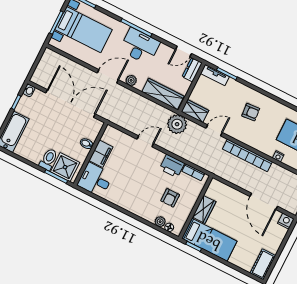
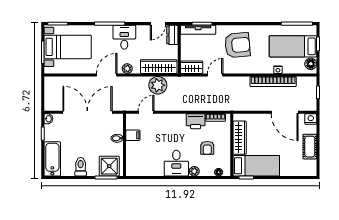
desk: (140, 46) -> (124, 37), width x0.73
tv unit: (215, 75) -> (198, 30), width x1.41
armchair: (251, 112) -> (237, 45), width x1.88, depth x1.88
plant: (177, 124) -> (158, 85), moved
door: (145, 141) -> (146, 112), moved
filing cabinet: (101, 154) -> (133, 135), width x0.50
bookcase: (247, 155) -> (273, 82), moved
toilet: (48, 159) -> (81, 167), moved
desk: (95, 180) -> (176, 163), moved, turned -90
wardrobe: (204, 209) -> (240, 138), width x1.50
plant: (160, 222) -> (194, 171), moved
cot: (263, 264) -> (310, 147), moved

